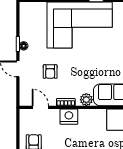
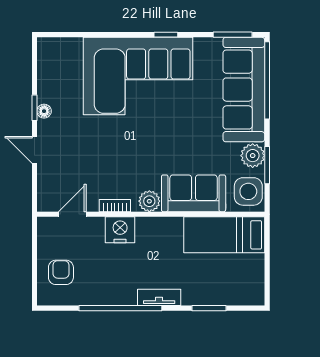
armchair: (50, 72) -> (89, 154), removed
door: (40, 107) -> (72, 214), hinge flipped

